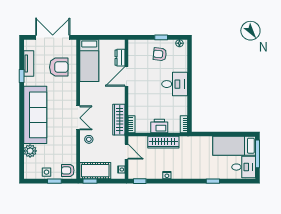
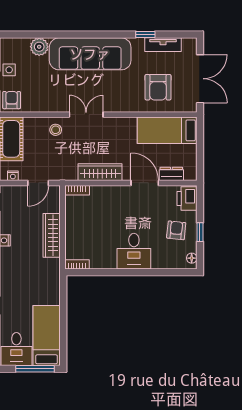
double door: (78, 118) -> (86, 115), swing flipped
wardrobe: (119, 120) -> (100, 172), moved
printer: (159, 126) -> (187, 198), moved, turned 180

